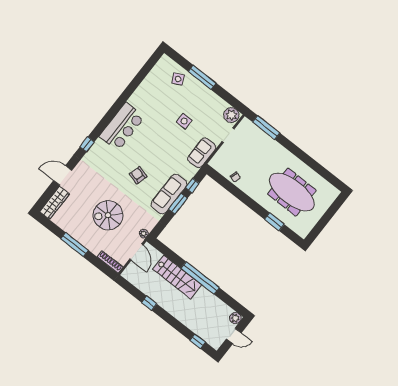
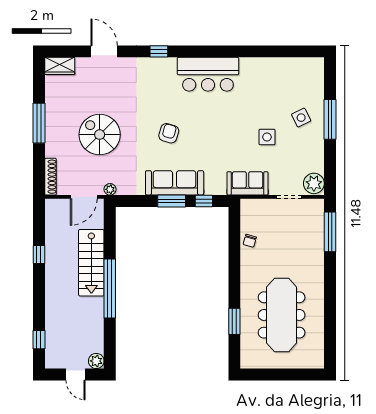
side table: (178, 79) -> (301, 118), moved
wardrobe: (54, 203) -> (60, 66), width x0.67

